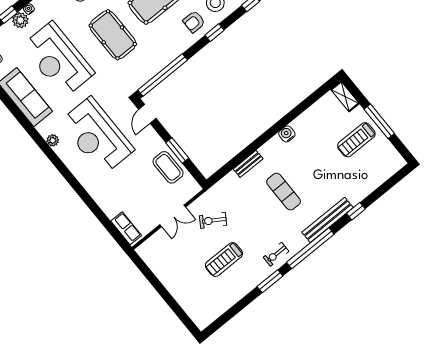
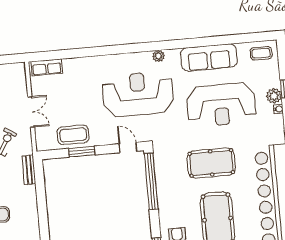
reception desk: (58, 60) -> (221, 105), turned 180
bench: (248, 164) -> (29, 170), moved
double door: (173, 216) -> (31, 112), swing flipped

